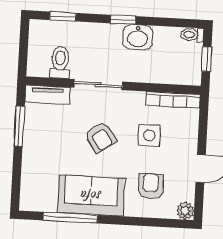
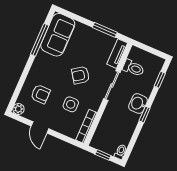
washbasin: (138, 37) -> (138, 104), moved
sofa: (91, 196) -> (58, 35), moved

